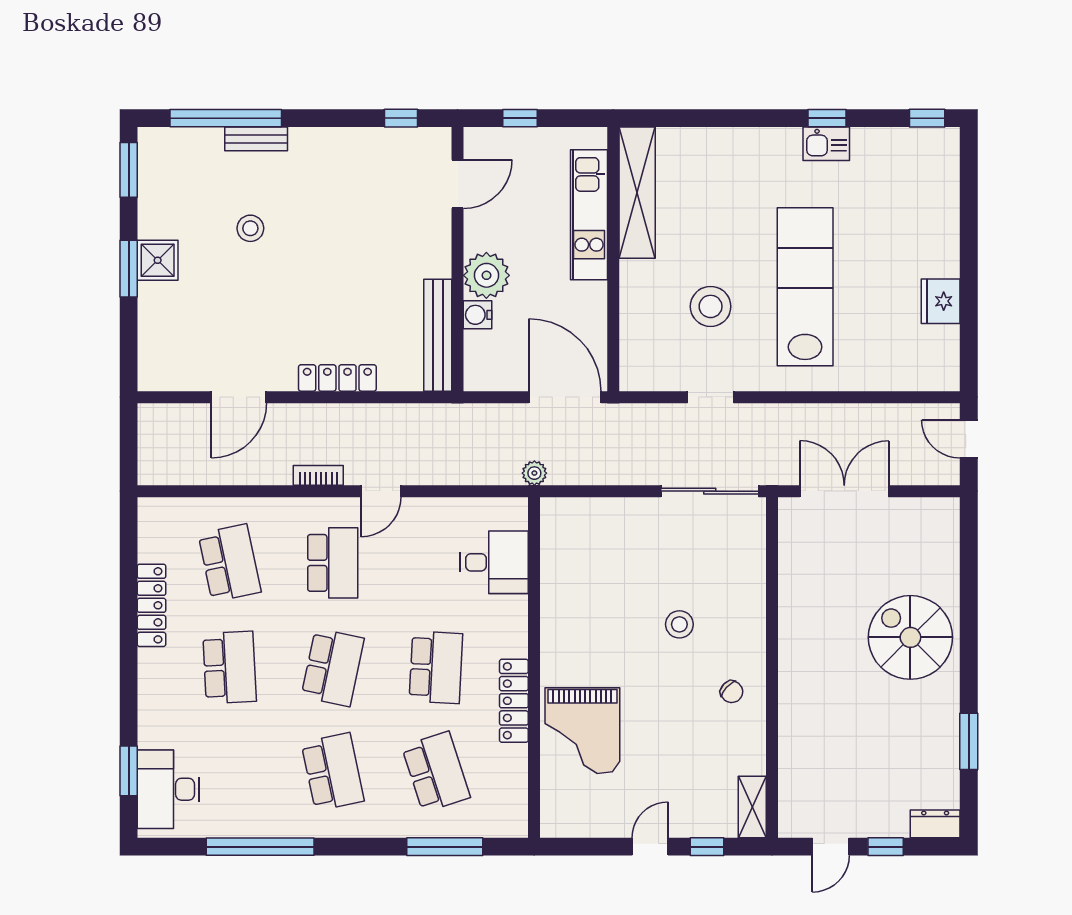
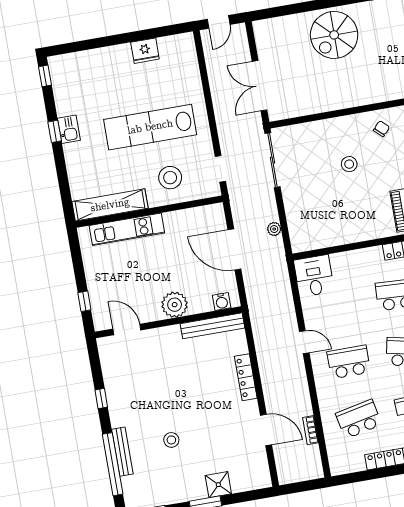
window: (401, 118) -> (101, 398), moved
bench: (256, 139) -> (122, 452), width x1.36
shelving: (637, 193) -> (110, 205), moved
kitchen unit: (589, 215) -> (127, 229), moved
wall: (613, 259) -> (149, 212), moved
shower: (158, 260) -> (218, 485), moved
water cooler: (478, 315) -> (222, 302), moved
door: (565, 397) -> (234, 249), hinge flipped
plant: (534, 473) -> (274, 229), moved
bookcase: (318, 475) -> (311, 430), moved
desk: (494, 562) -> (314, 276), moved

